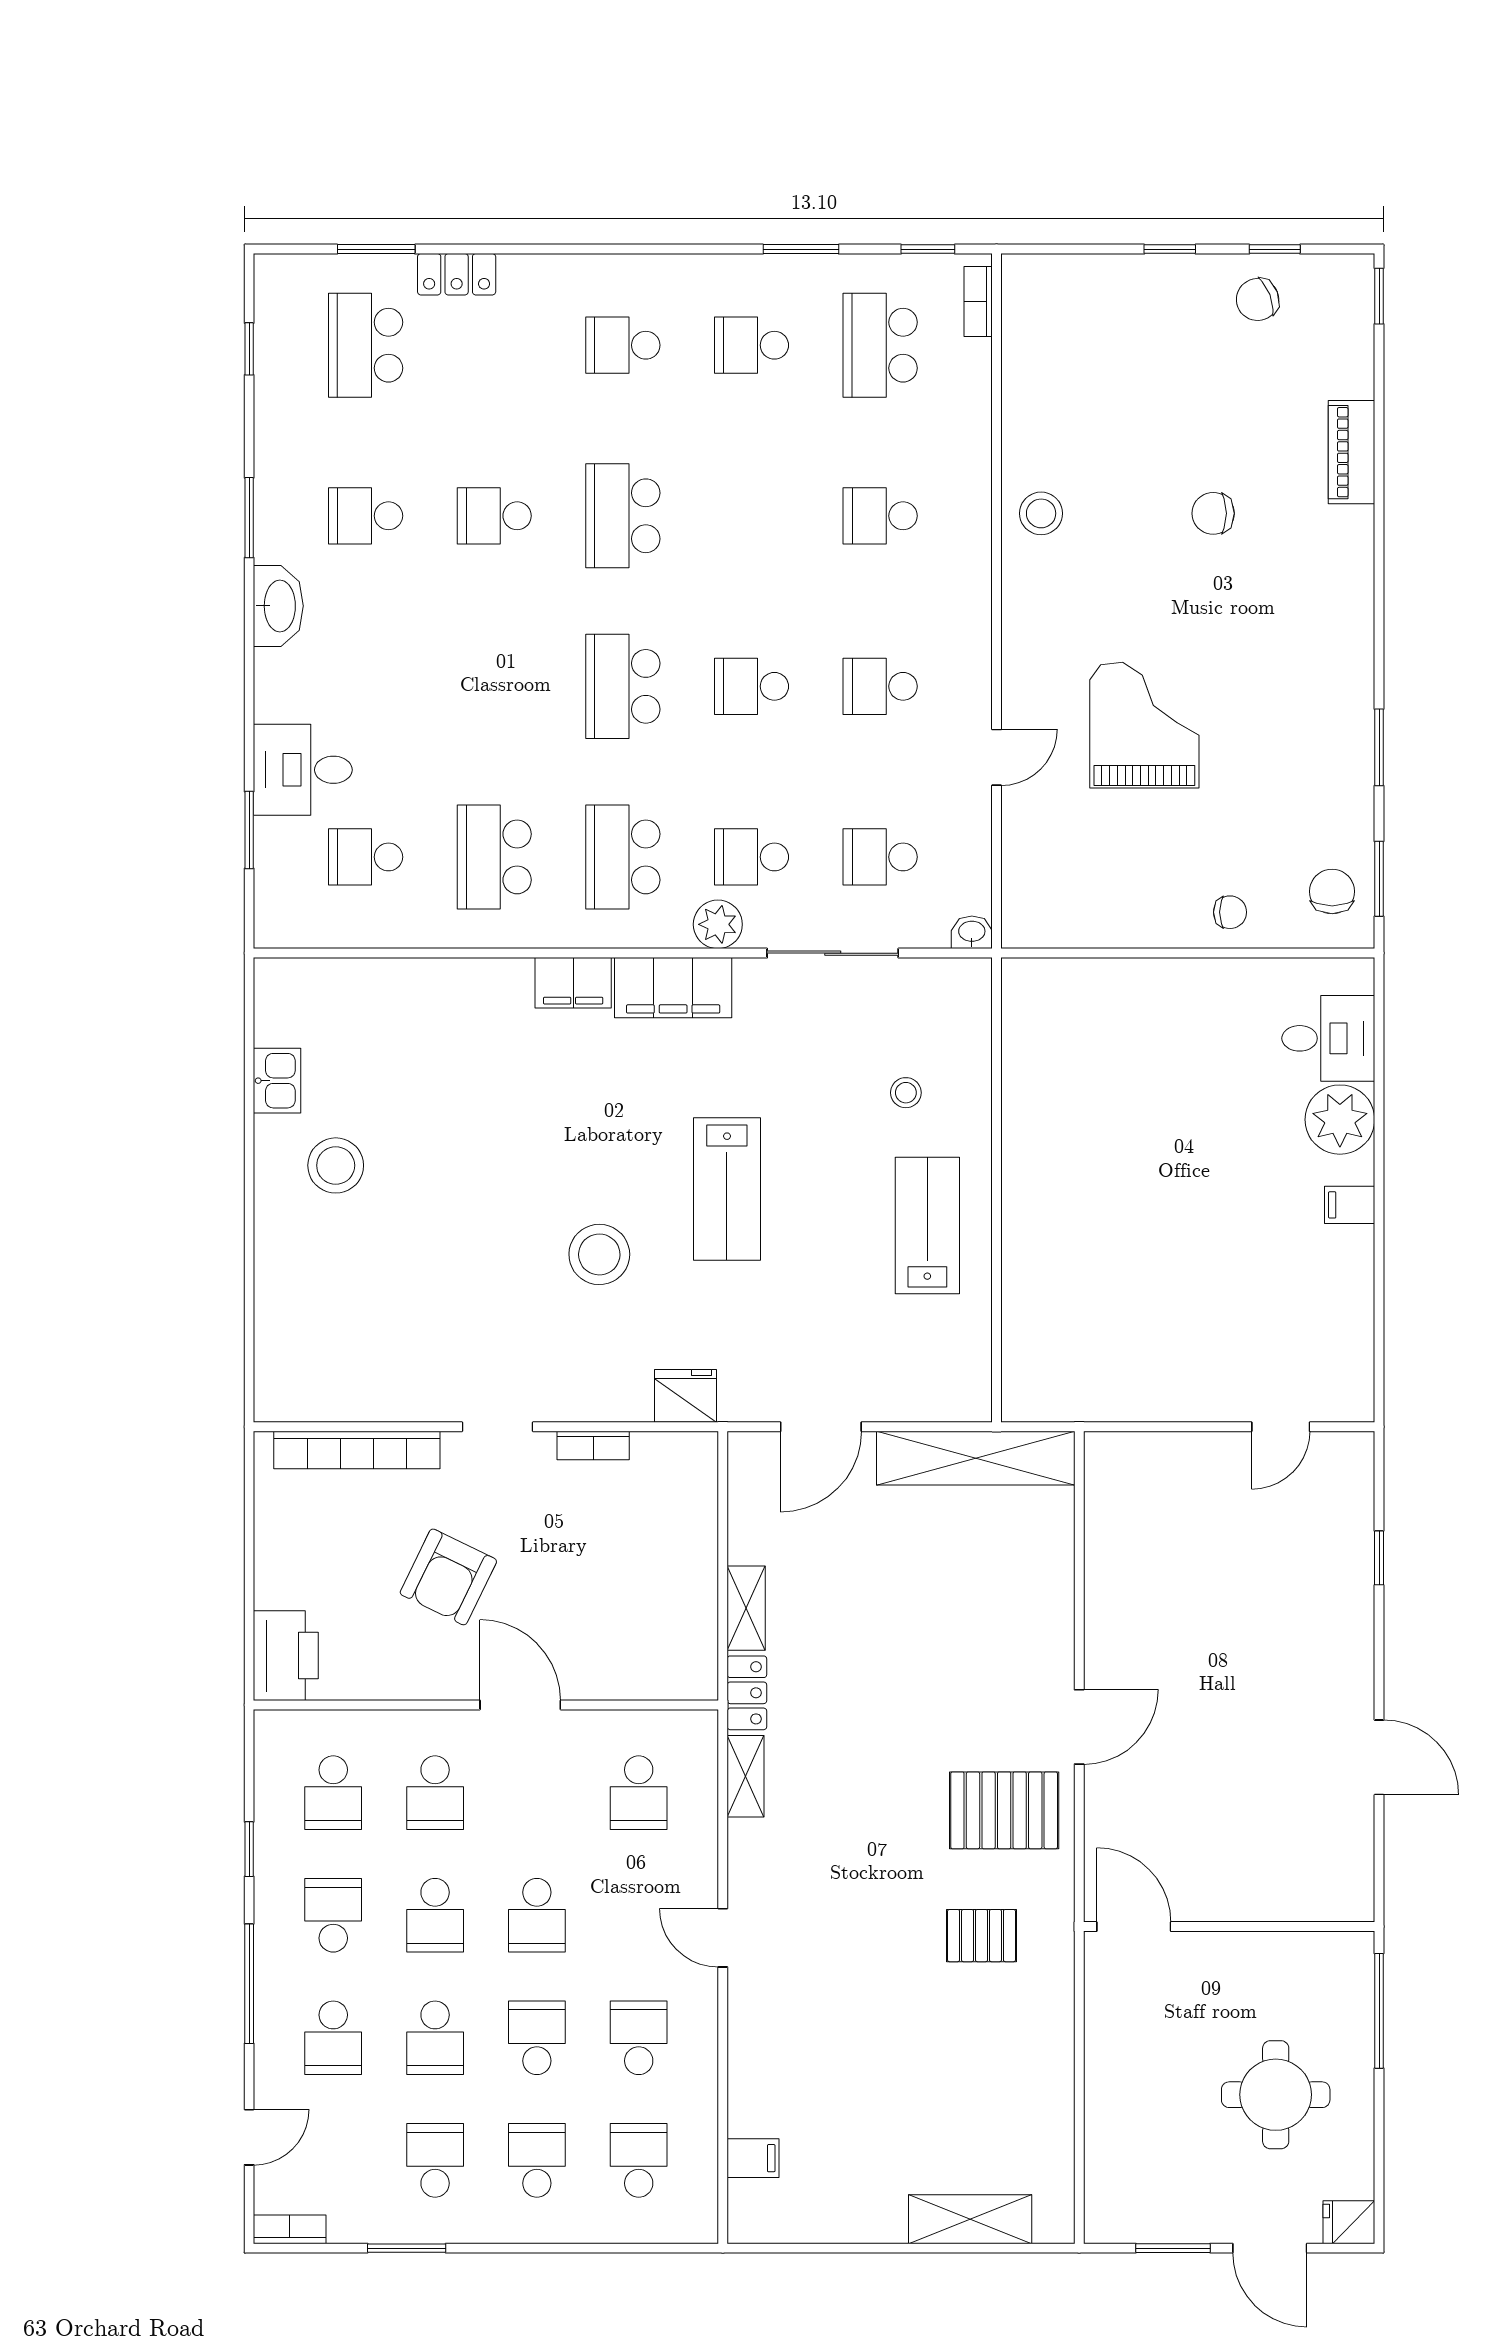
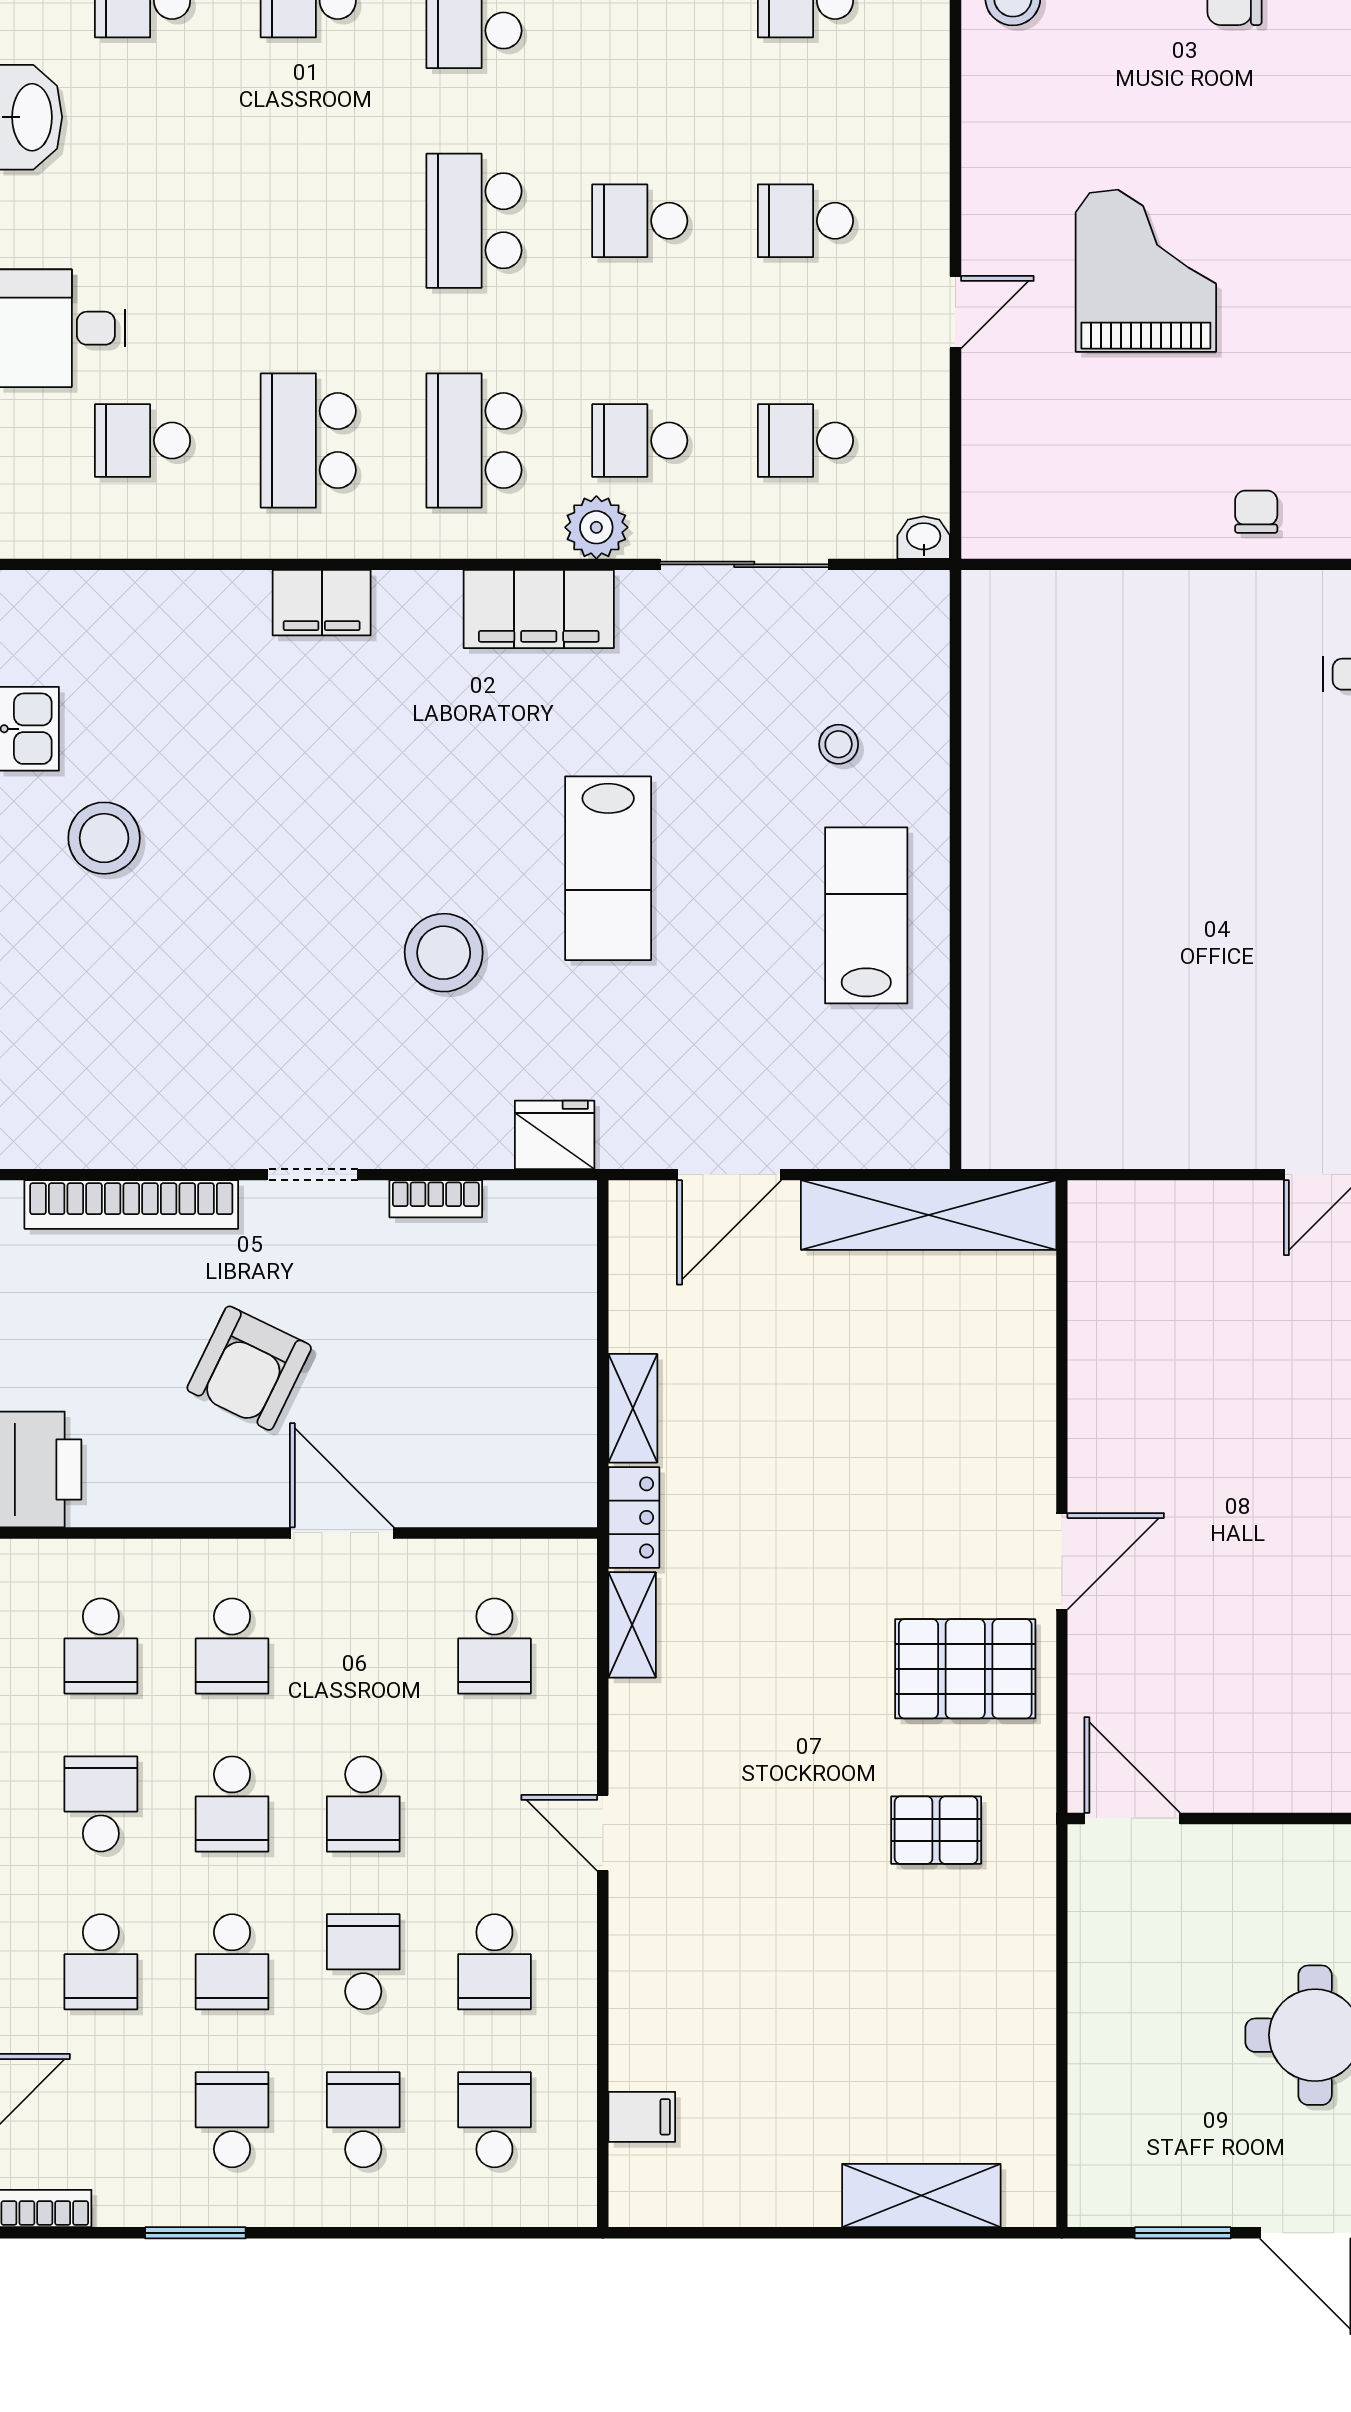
chair: (1230, 912) -> (1256, 512), turned -90
filing cabinet: (573, 983) -> (322, 603), moved
school desk: (639, 2038) -> (494, 1962), turned 180

